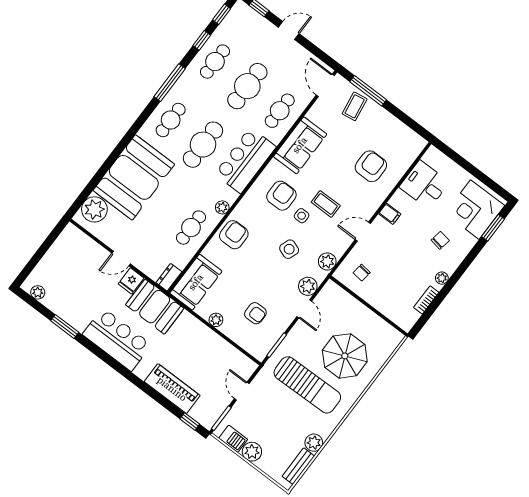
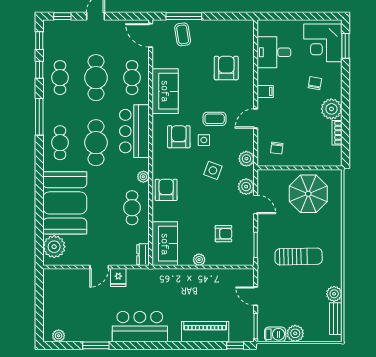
plant: (442, 278) -> (331, 109), width x1.88, depth x1.88
booth: (155, 307) -> (149, 283), removed
parasol: (345, 356) -> (308, 194), moved
sun lounger: (307, 385) -> (299, 257), width x0.73, depth x0.75

